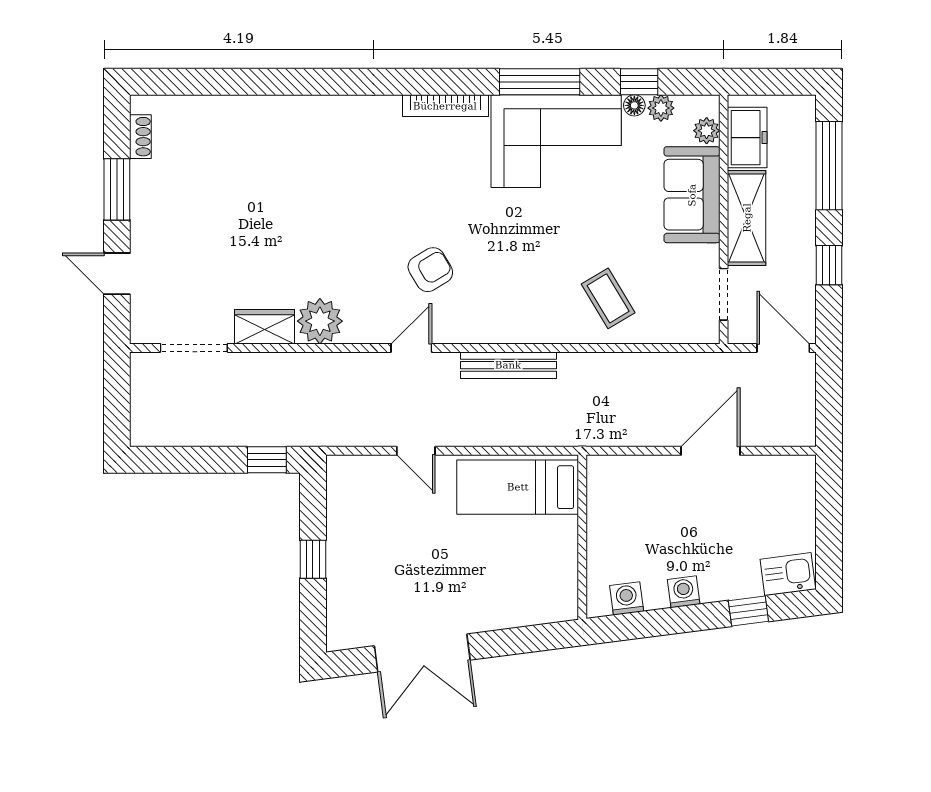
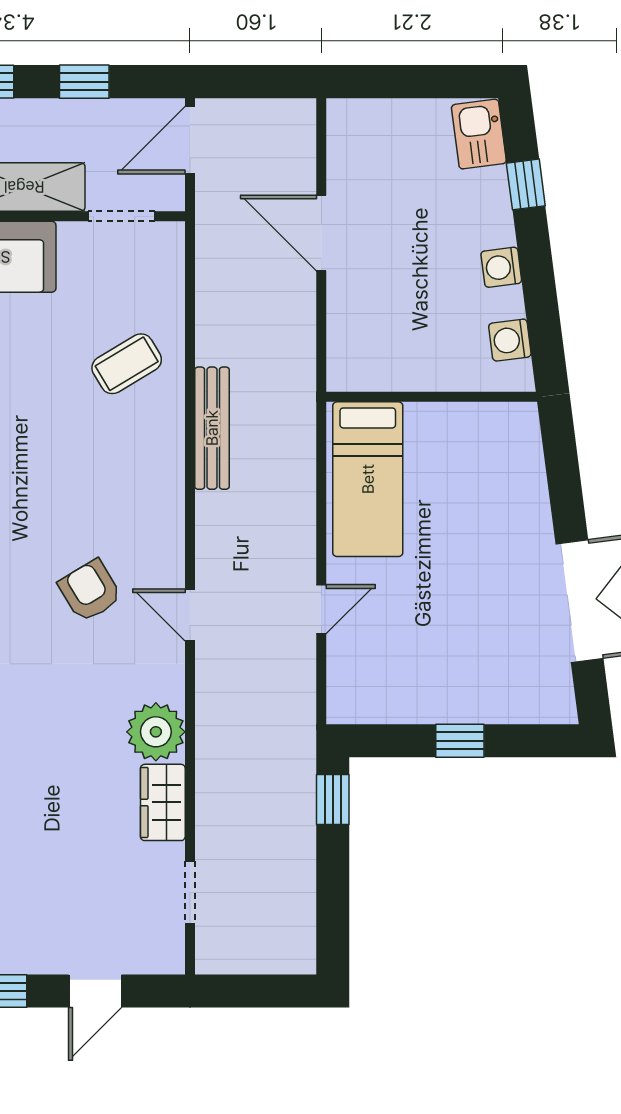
doorway: (194, 348) -> (190, 893), width x0.73
bench: (508, 365) -> (212, 428), moved

